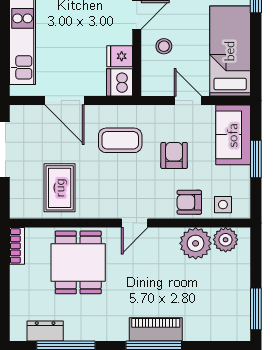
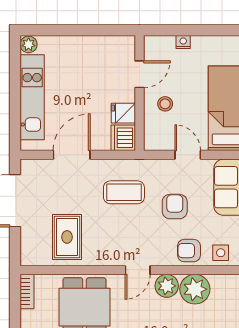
door: (64, 101) -> (72, 155), swing flipped
plant: (226, 240) -> (167, 286), moved

